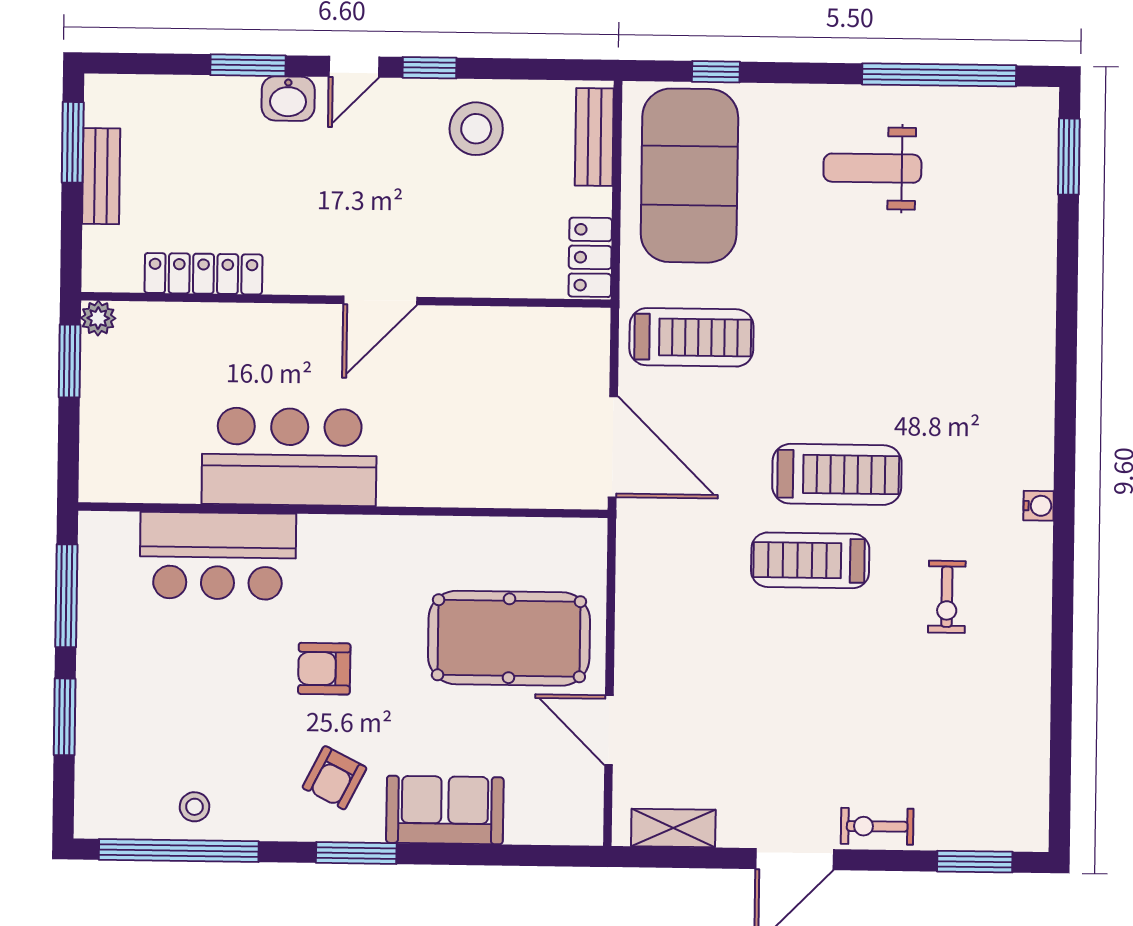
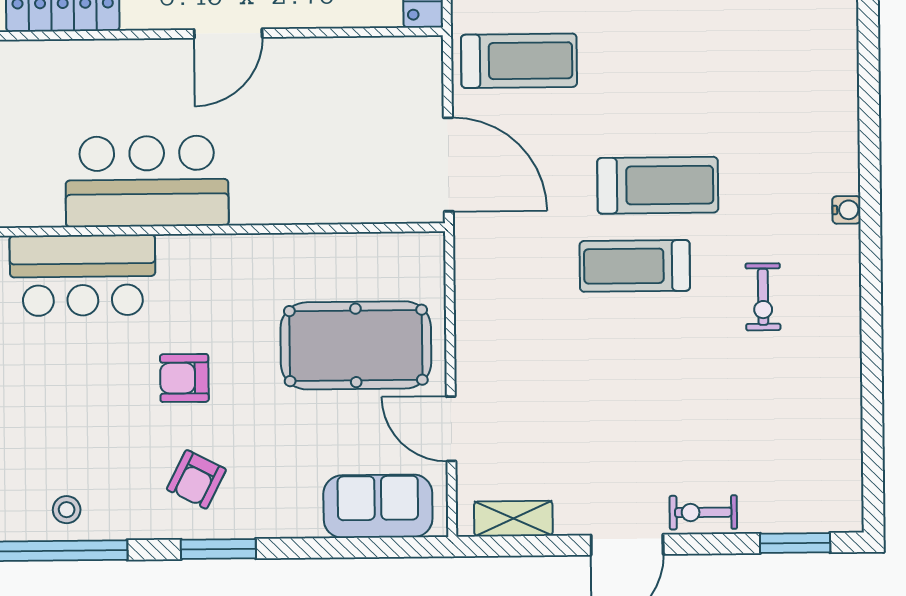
sofa: (445, 810) -> (378, 506), moved

